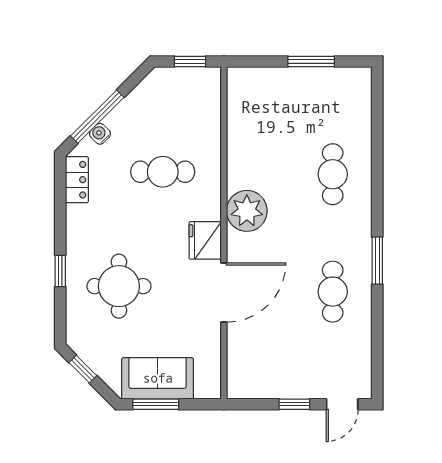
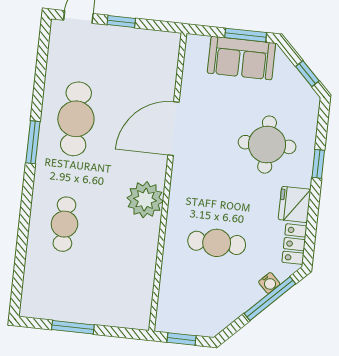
fridge: (205, 240) -> (295, 204), moved, turned 180
cafe table: (333, 292) -> (76, 119), width x1.37, depth x1.35

